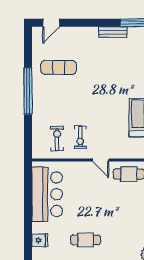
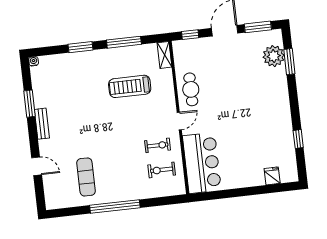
door: (51, 23) -> (37, 166), moved
bar counter: (47, 194) -> (202, 163), moved, turned 90
cafe table: (86, 240) -> (266, 127), removed

